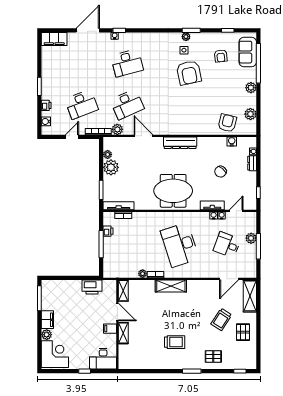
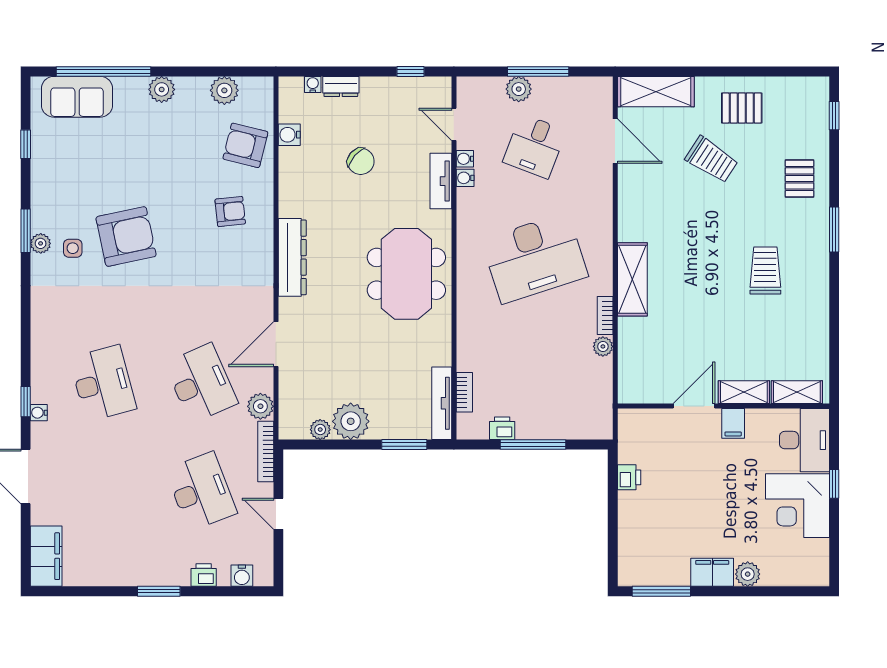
armchair: (221, 56) -> (230, 212), moved
printer: (92, 287) -> (629, 477), width x0.53, depth x0.68
shelving: (123, 291) -> (797, 392), moved
corner desk: (55, 354) -> (797, 506), moved, turned -90

